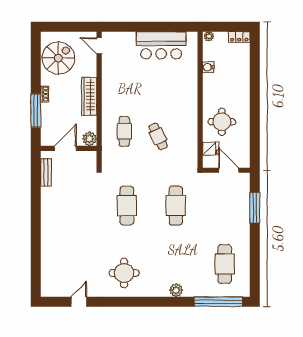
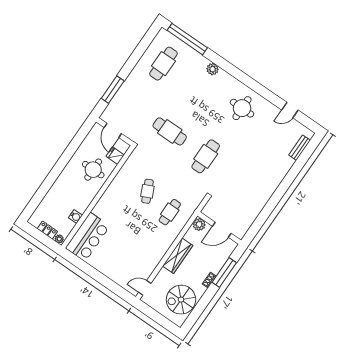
locker: (239, 37) -> (47, 230), moved
bar counter: (161, 45) -> (88, 237), moved, turned 90
door: (99, 46) -> (145, 288), swing flipped
bench: (46, 172) -> (300, 148), moved
cafe table: (176, 206) -> (170, 131), turned 90

